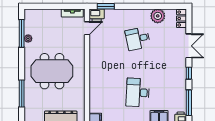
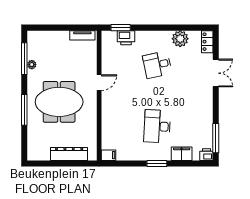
printer: (97, 15) -> (126, 38), moved
door: (87, 28) -> (99, 83), moved
window: (189, 73) -> (216, 104), removed
window: (22, 93) -> (24, 110), moved

